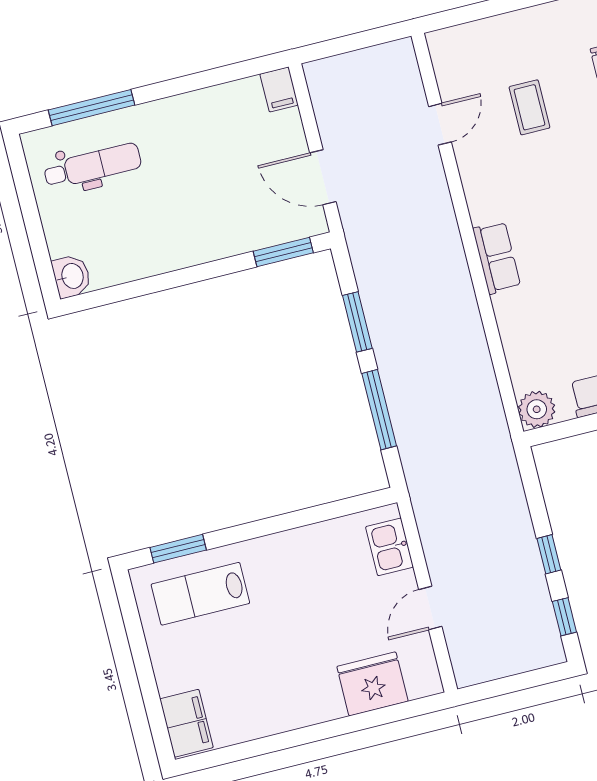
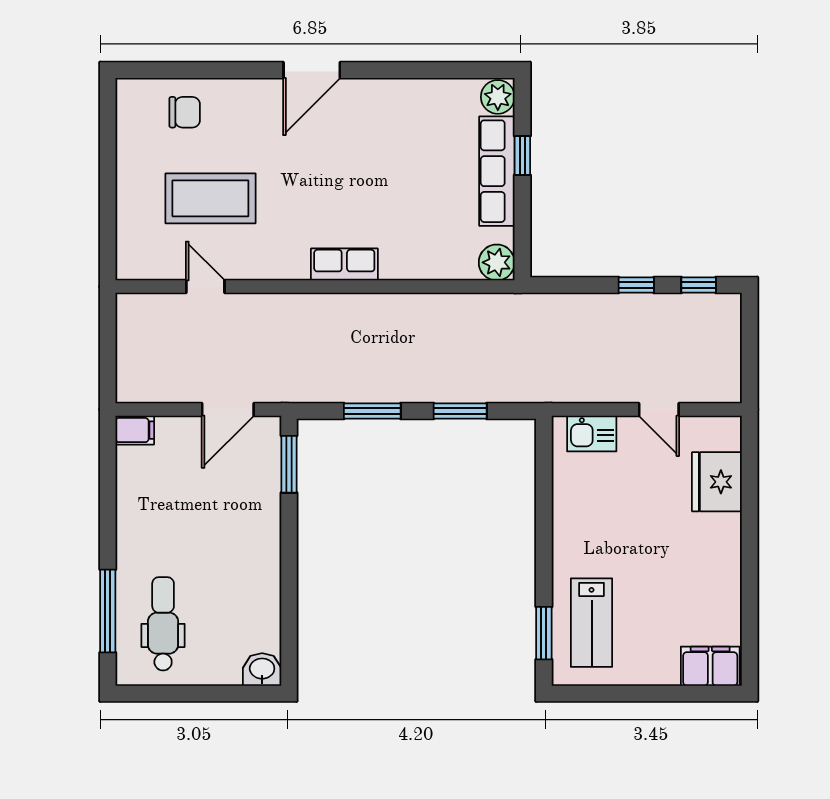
coffee table: (529, 107) -> (210, 198), width x1.86, depth x1.72
window: (379, 410) -> (460, 411), width x0.69

